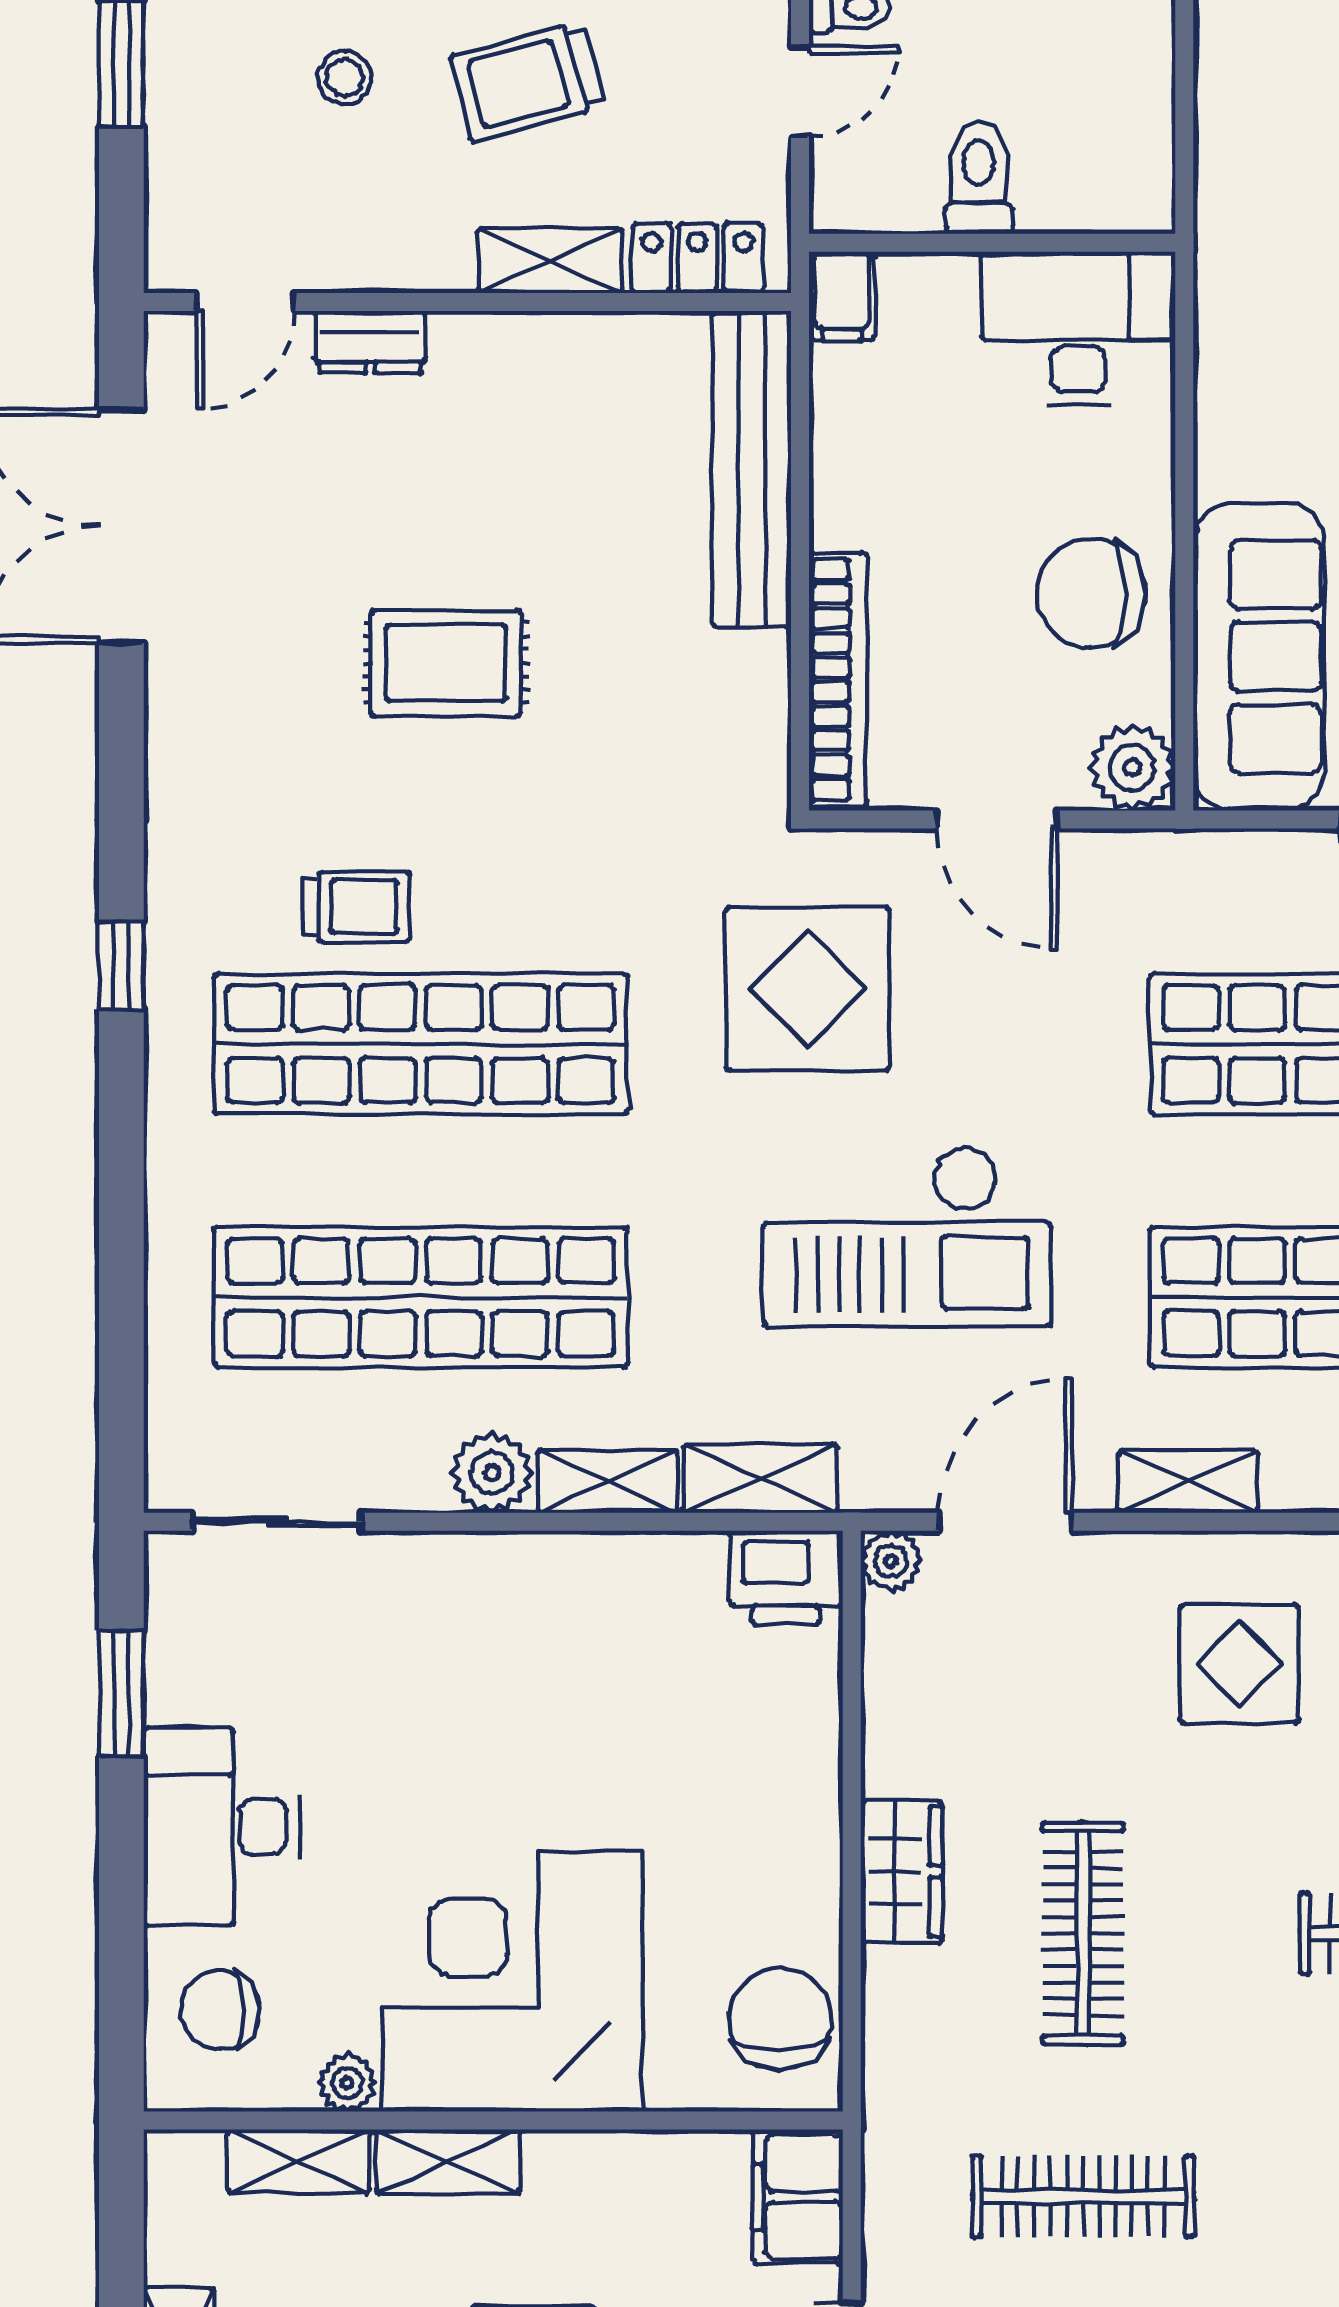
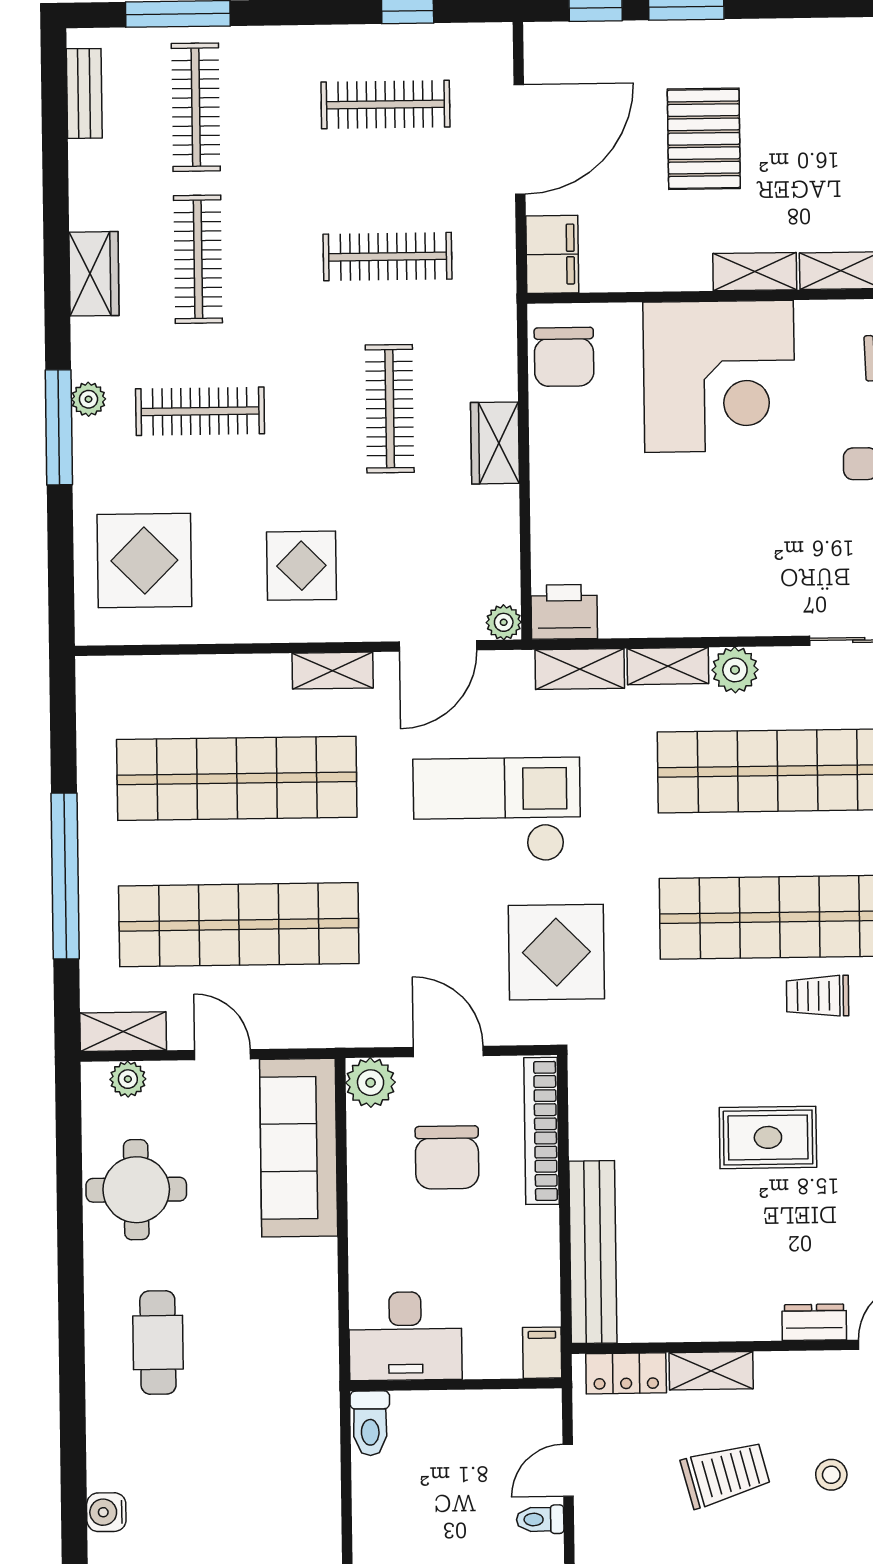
toilet: (979, 178) -> (370, 1423), moved
chair: (1091, 593) -> (447, 1157), moved, turned 90
plant: (347, 2083) -> (813, 316), removed

